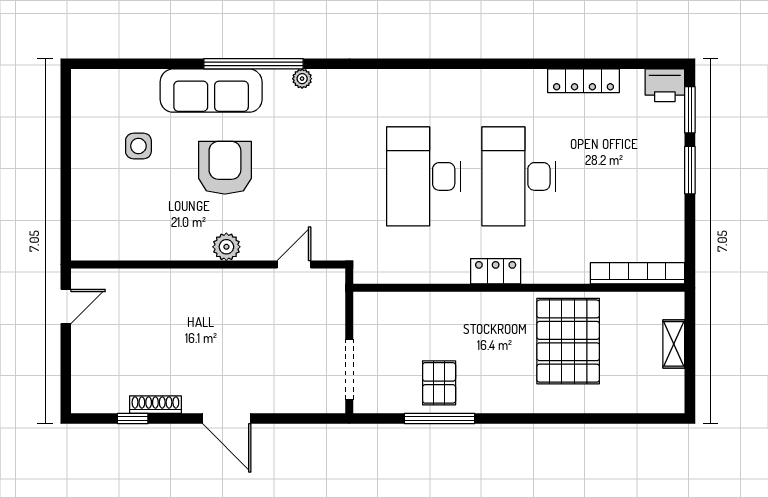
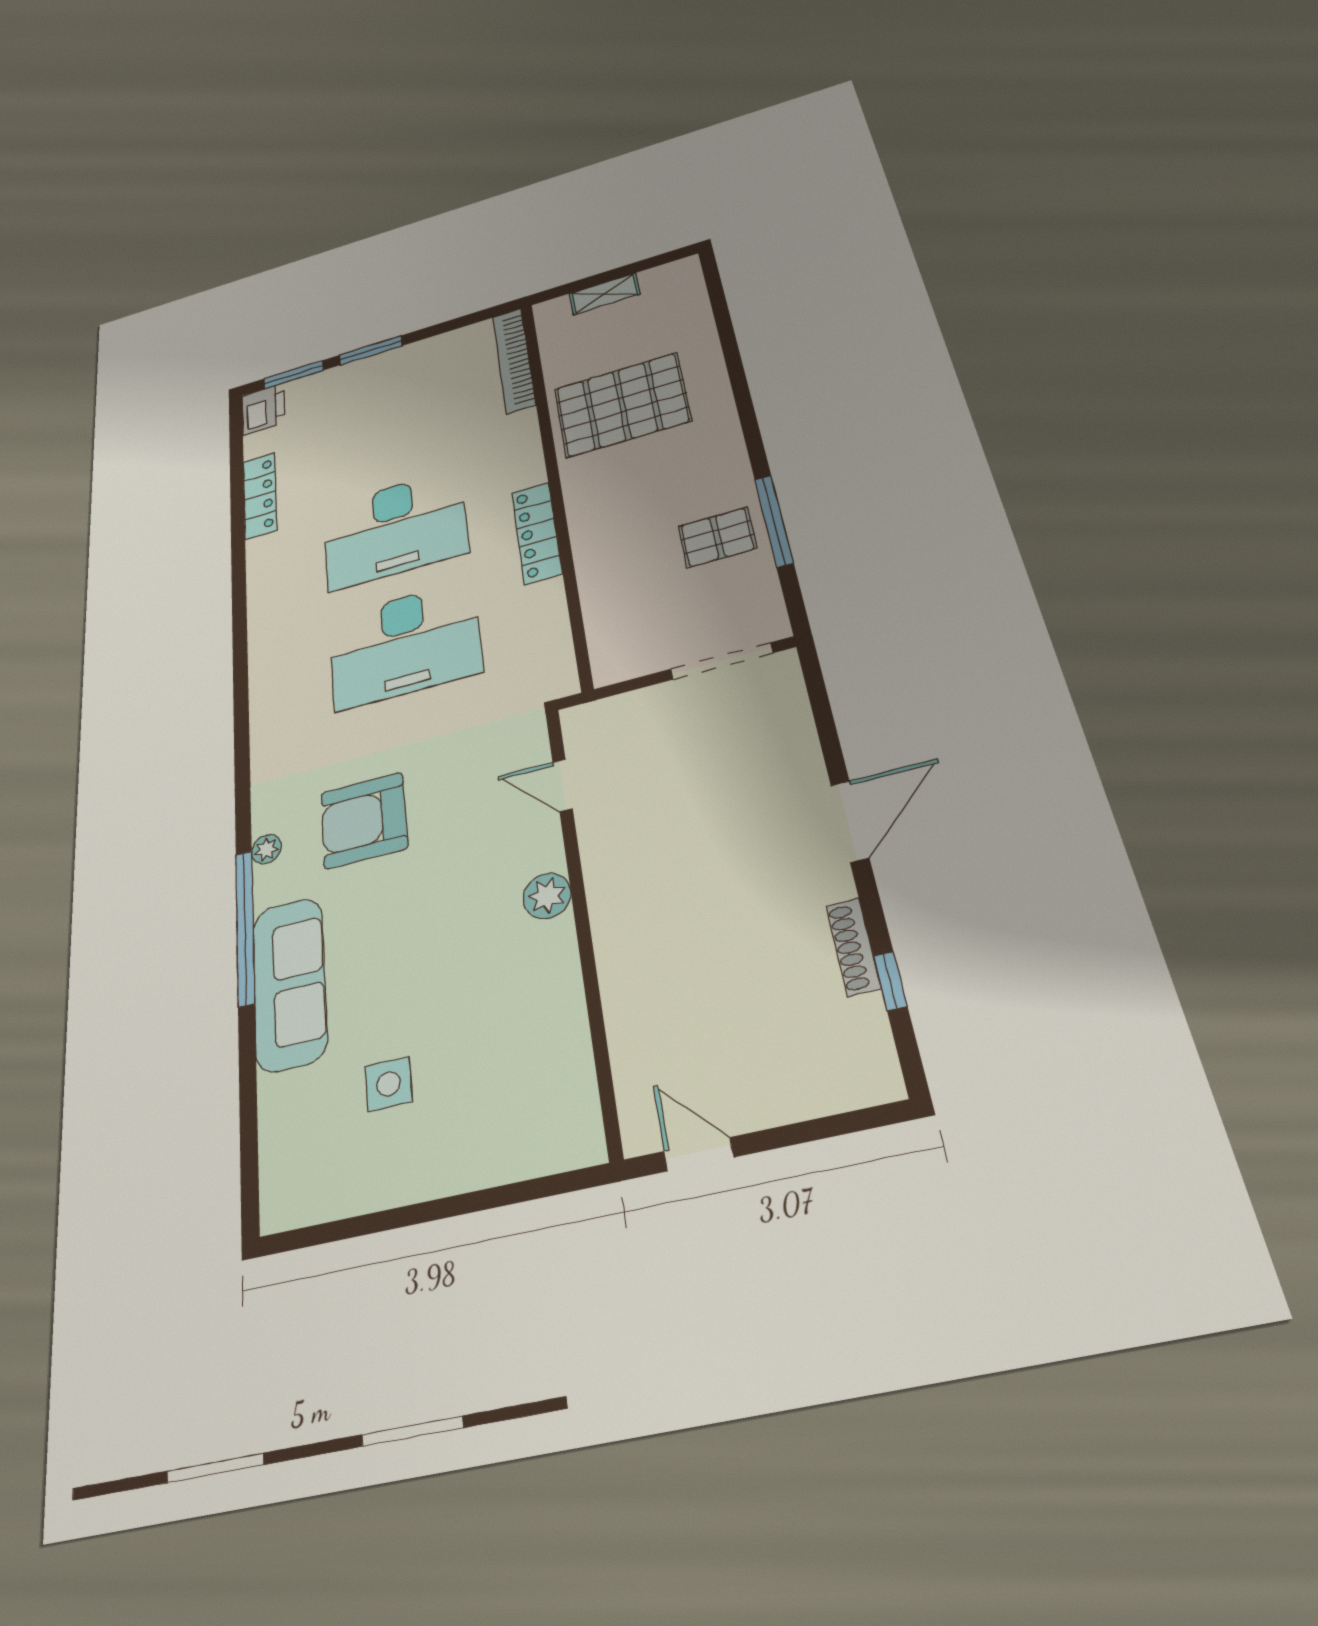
armchair: (225, 168) -> (364, 820), moved
locker: (496, 271) -> (537, 533), width x1.53

